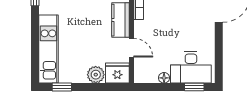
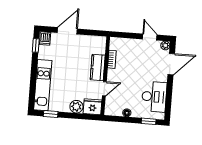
door: (131, 48) -> (104, 89), hinge flipped
desk: (191, 67) -> (154, 97), moved, turned -90

